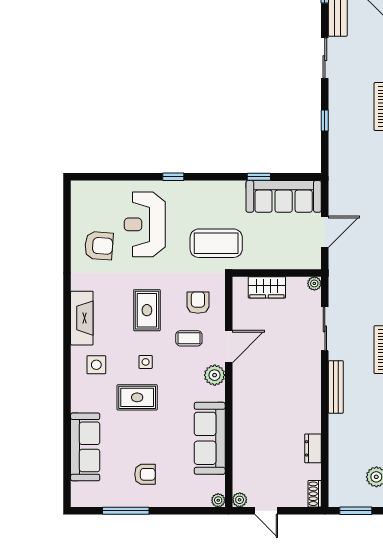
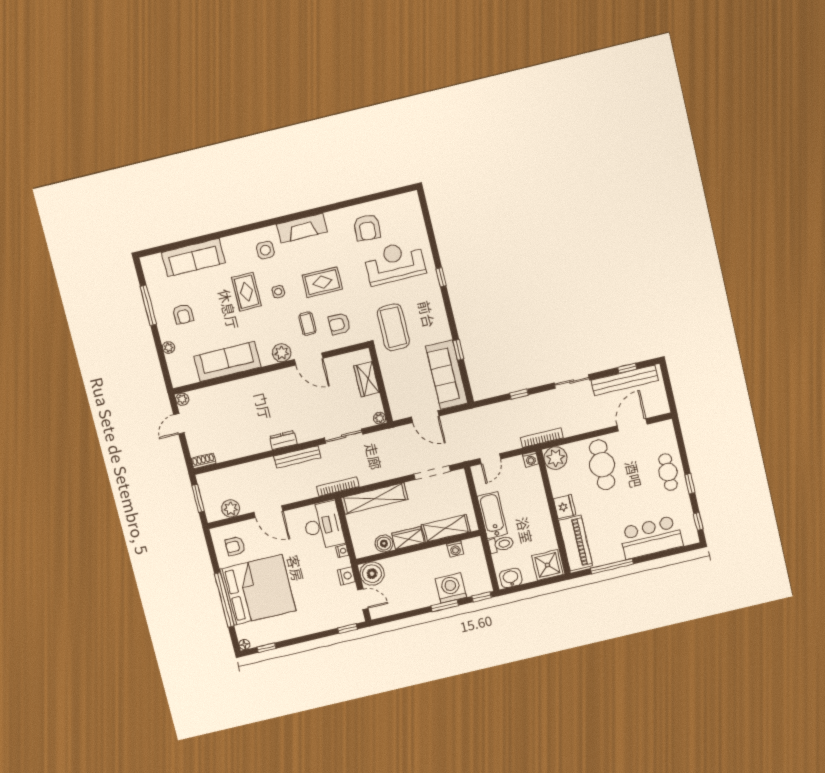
armchair: (198, 303) -> (339, 324), turned 180
dresser: (313, 448) -> (283, 440), moved
plant: (218, 500) -> (169, 347), moved

